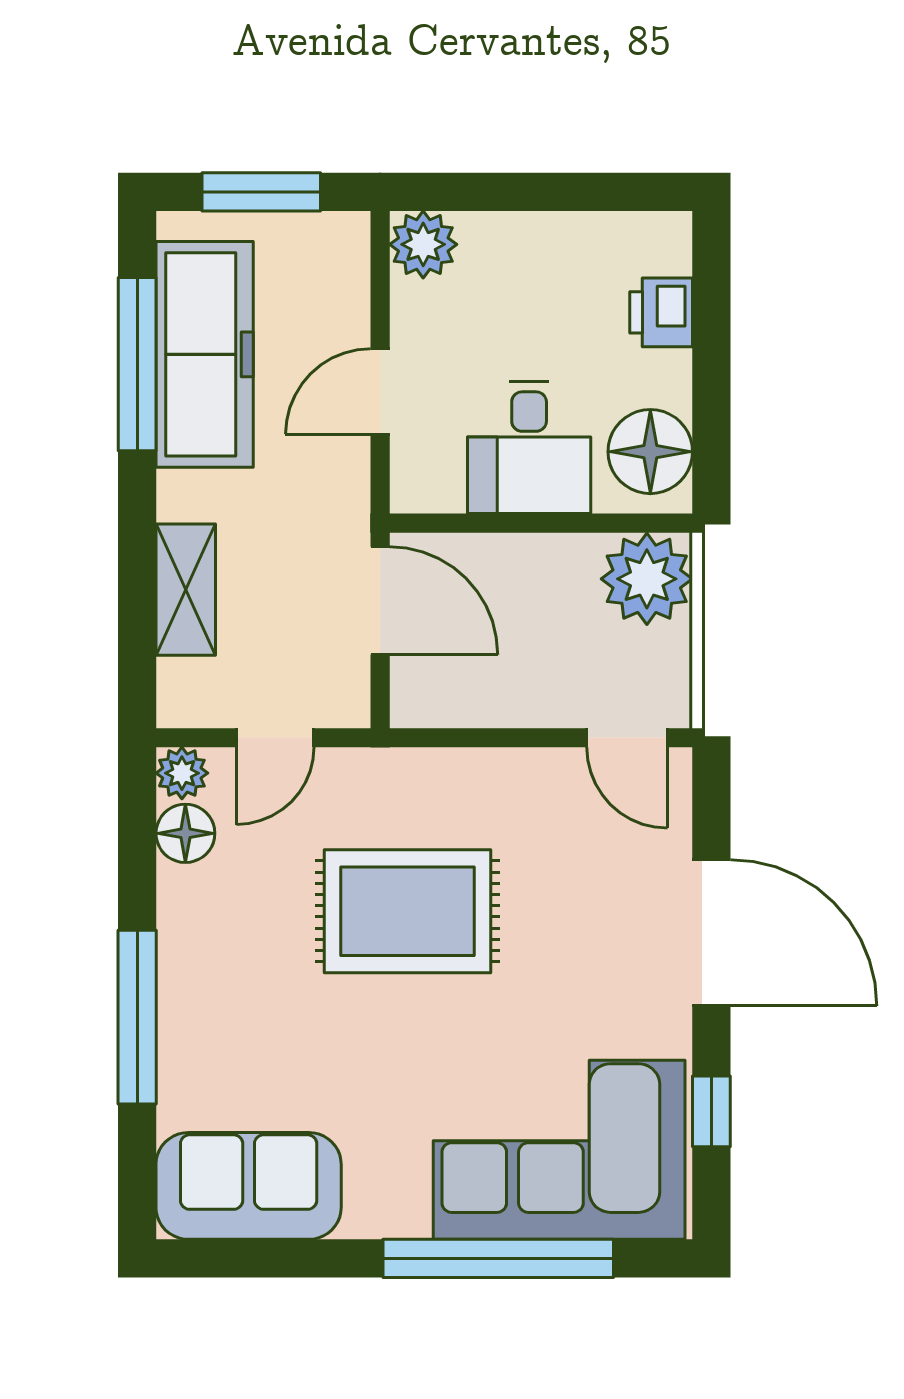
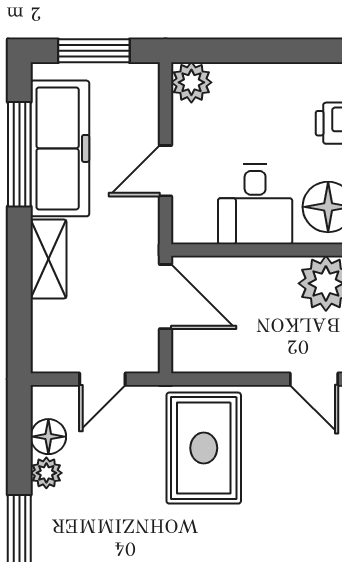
shelving: (186, 590) -> (49, 259), moved
plant: (182, 773) -> (46, 473), moved
rug: (408, 911) -> (204, 448), moved, turned 90

